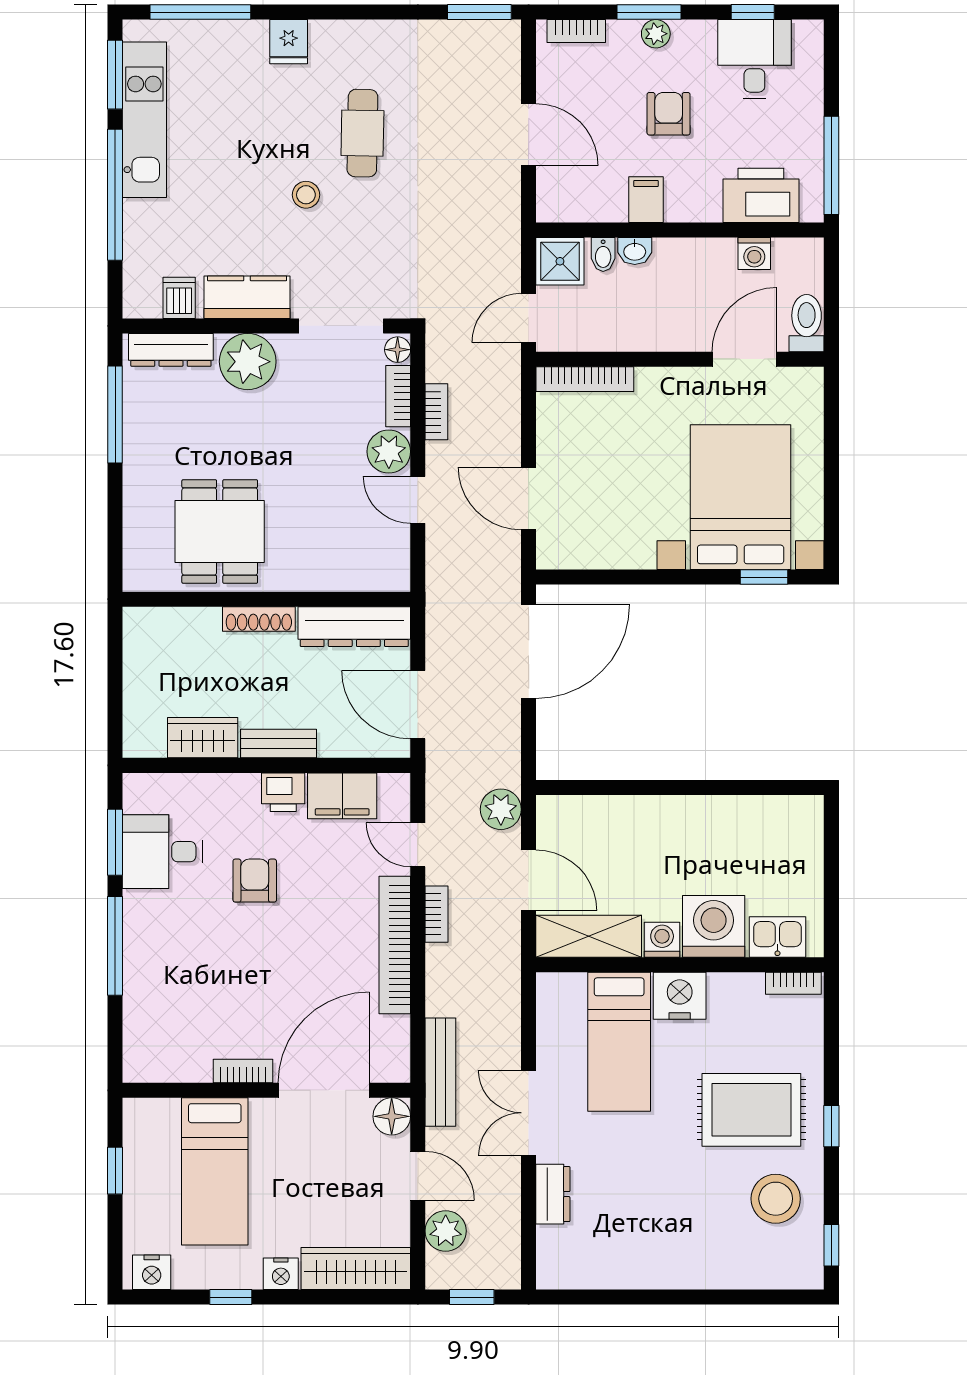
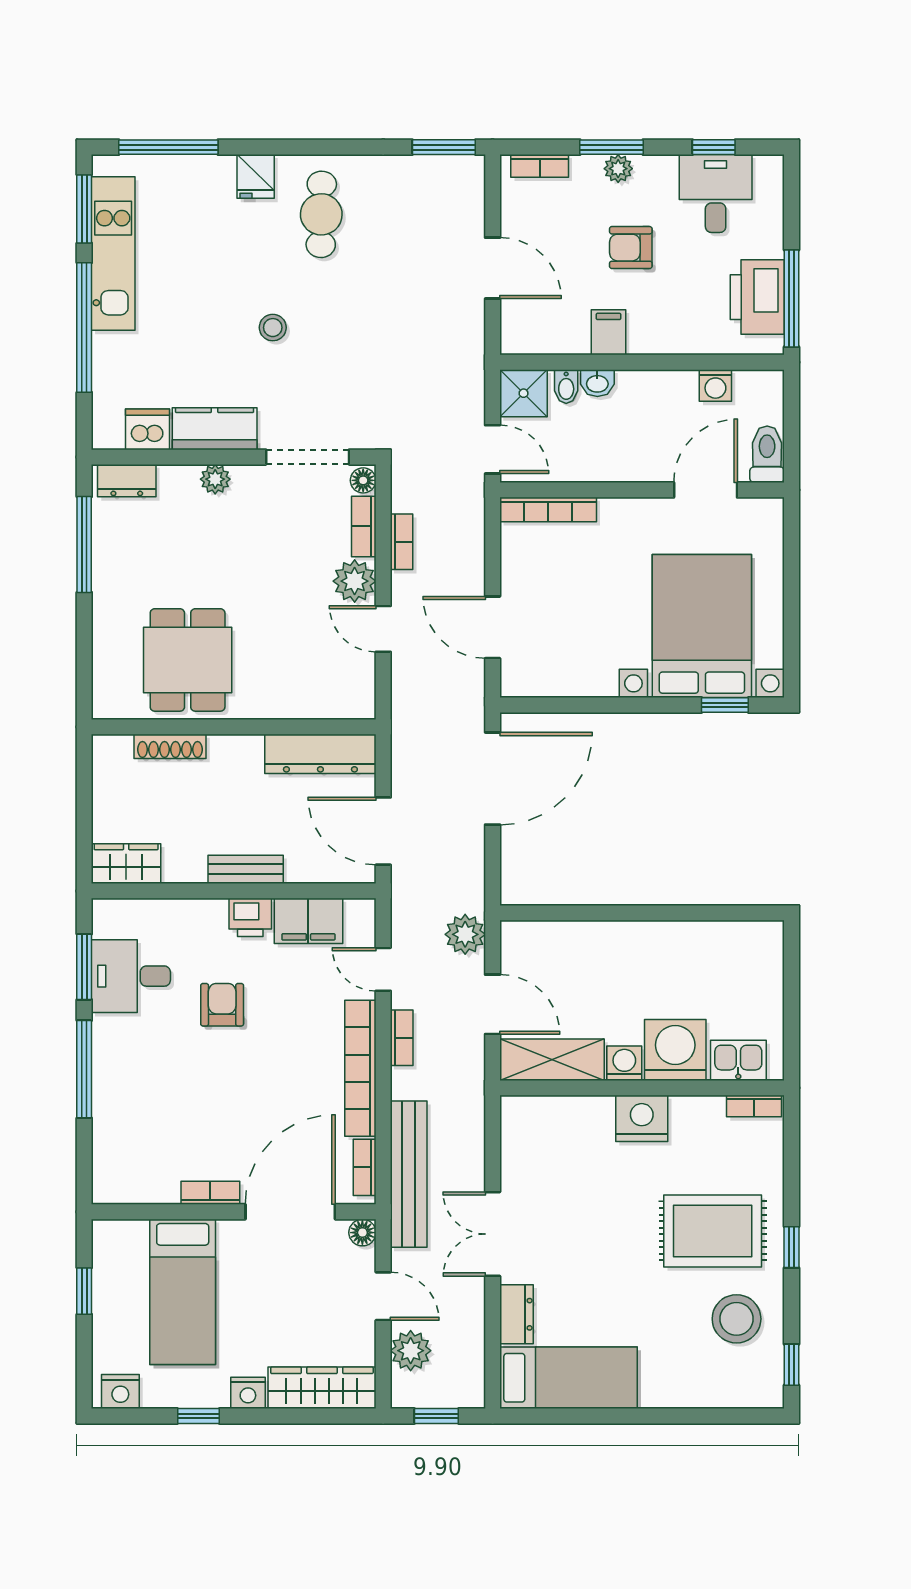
armchair: (669, 114) -> (631, 248), turned -90
cafe table: (362, 133) -> (321, 214), moved
printer: (761, 195) -> (757, 297), moved, turned -90
dishwasher: (179, 298) -> (148, 429), width x1.38
door: (529, 318) -> (493, 449), swing flipped
dresser: (171, 350) -> (127, 481), width x0.70
plant: (248, 362) -> (215, 479), width x0.53, depth x0.53
shoe rack: (259, 619) -> (170, 746), moved
wardrobe: (203, 738) -> (126, 864), moved
bed: (619, 1042) -> (569, 1378), moved, turned -90
bookcase: (399, 1045) -> (365, 1167), added
bench: (440, 1072) -> (409, 1174), width x1.37, depth x1.21
floor lamp: (392, 1116) -> (362, 1233), width x0.73, depth x0.73

